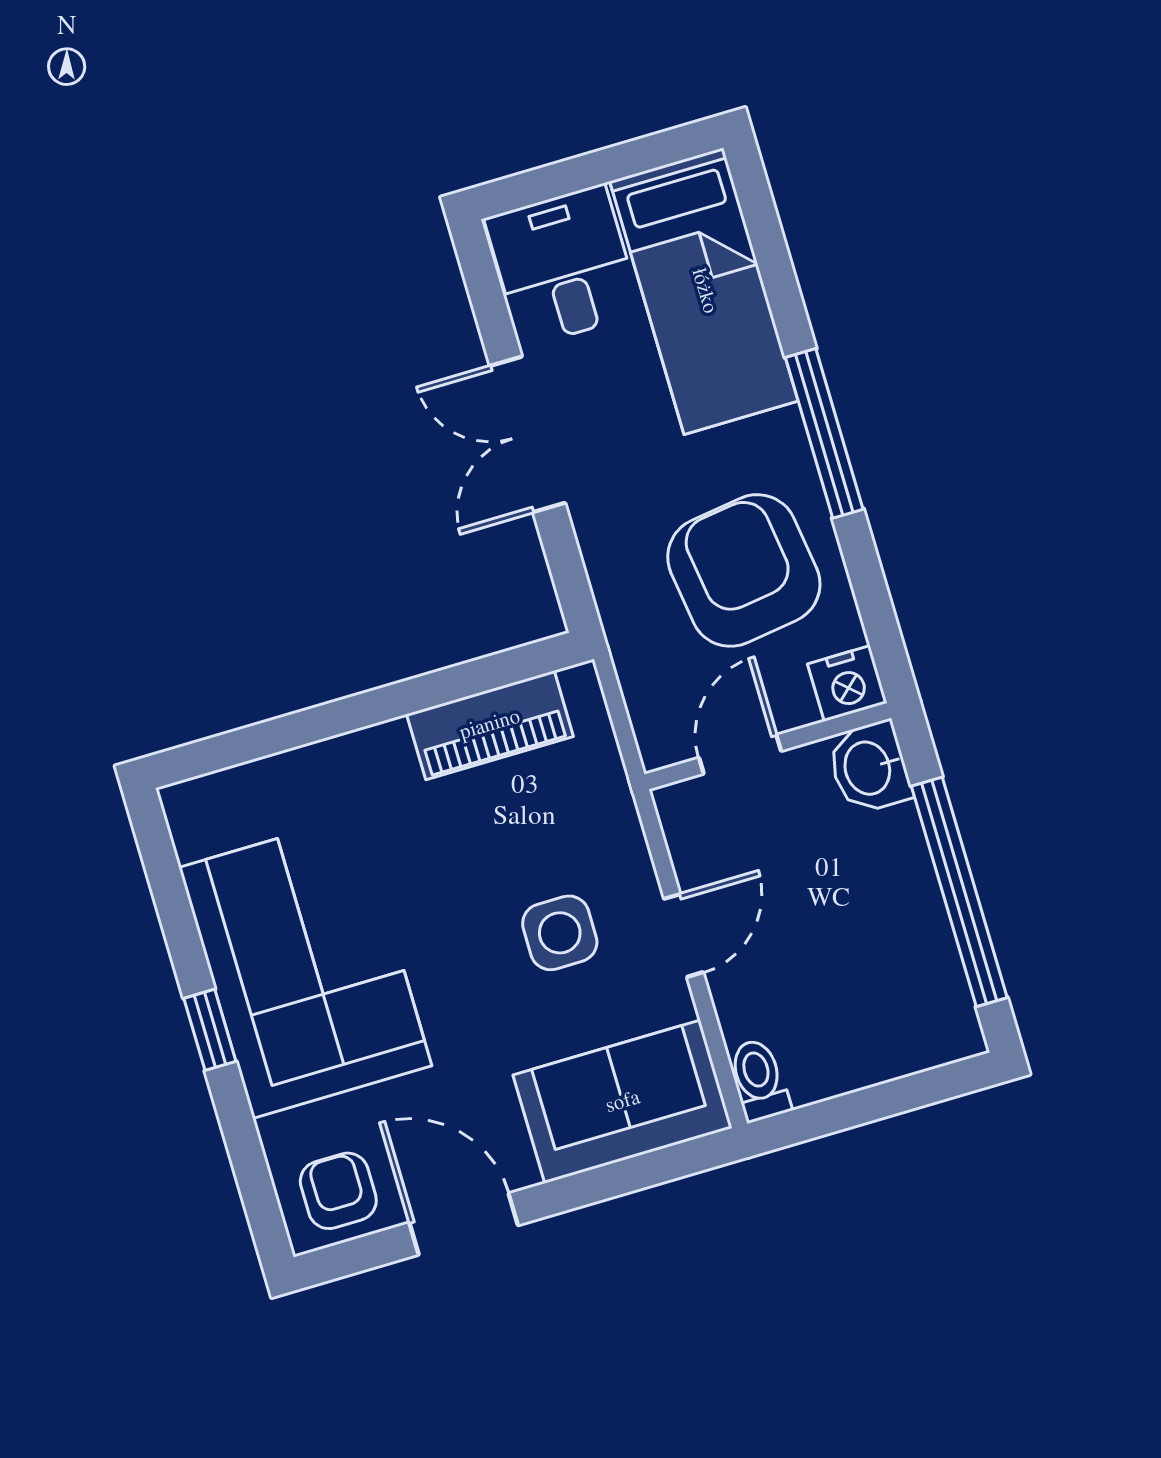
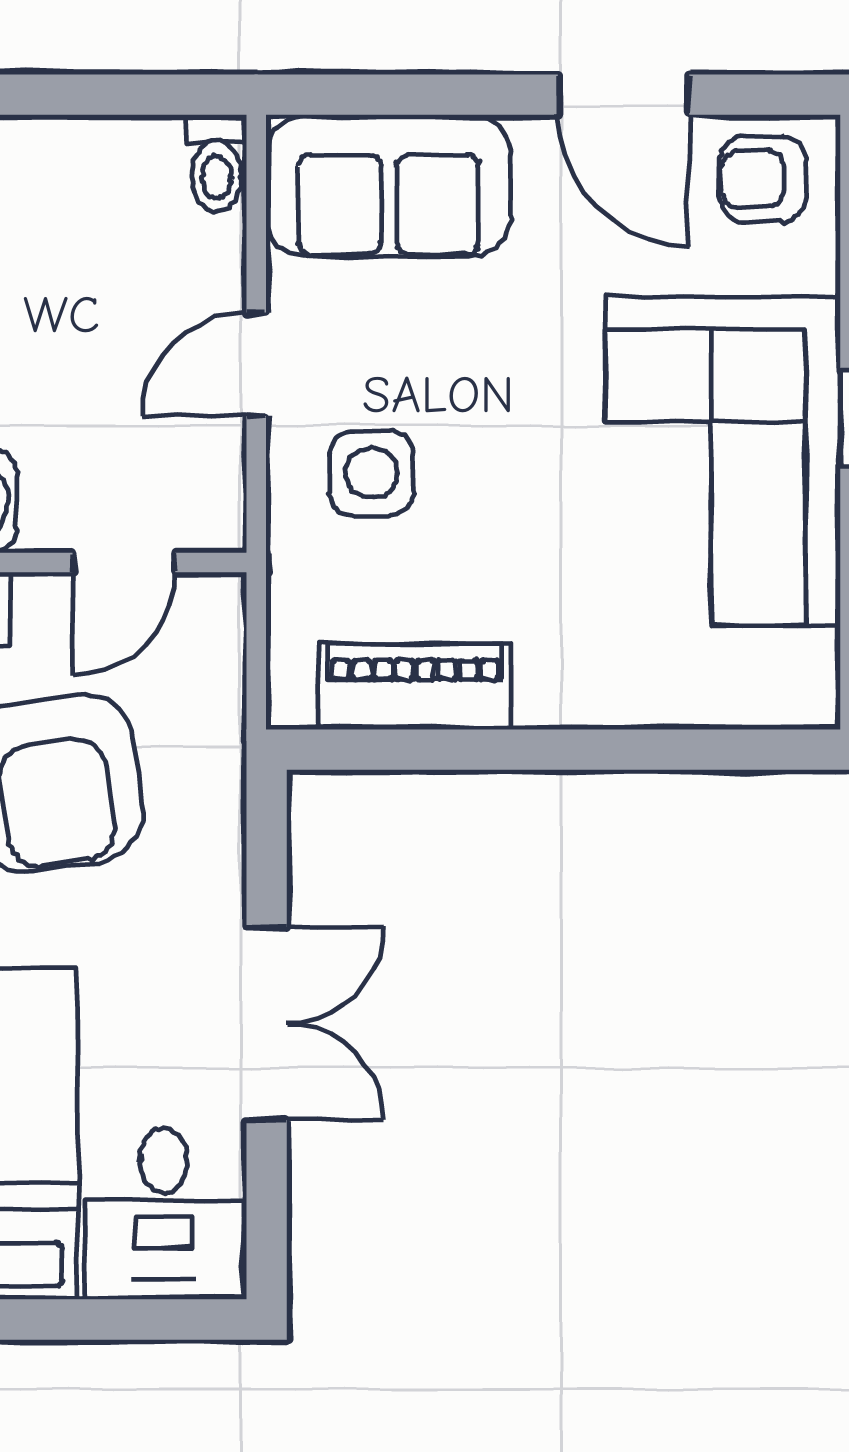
side table: (560, 933) -> (372, 473), moved
armchair: (338, 1191) -> (763, 179), turned 90

